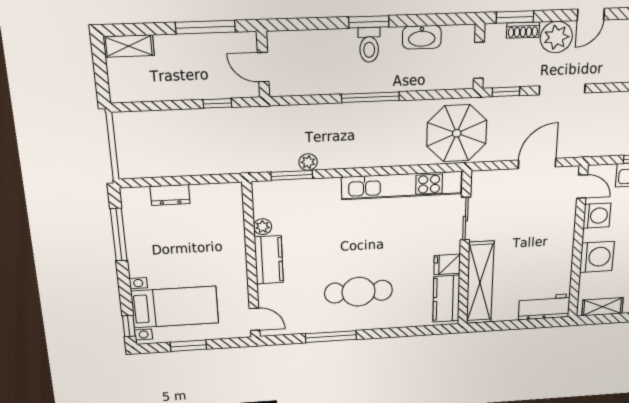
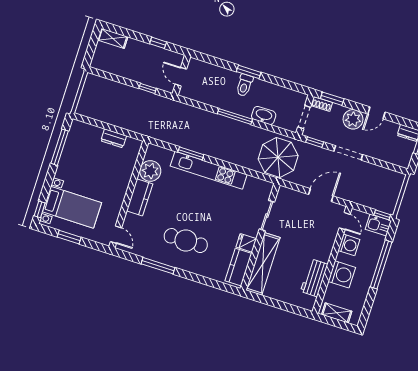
window: (205, 27) -> (158, 43), width x0.46
shoe rack: (523, 30) -> (322, 104), moved
washbasin: (422, 37) -> (264, 115), moved, turned 180
plant: (308, 162) -> (185, 143), removed
window: (292, 175) -> (191, 153), moved
kitchen unit: (402, 186) -> (209, 170), moved
dresser: (170, 195) -> (114, 138), moved
plant: (263, 227) -> (150, 171), width x1.87, depth x1.87
workbench: (544, 307) -> (314, 278), moved, turned -90

